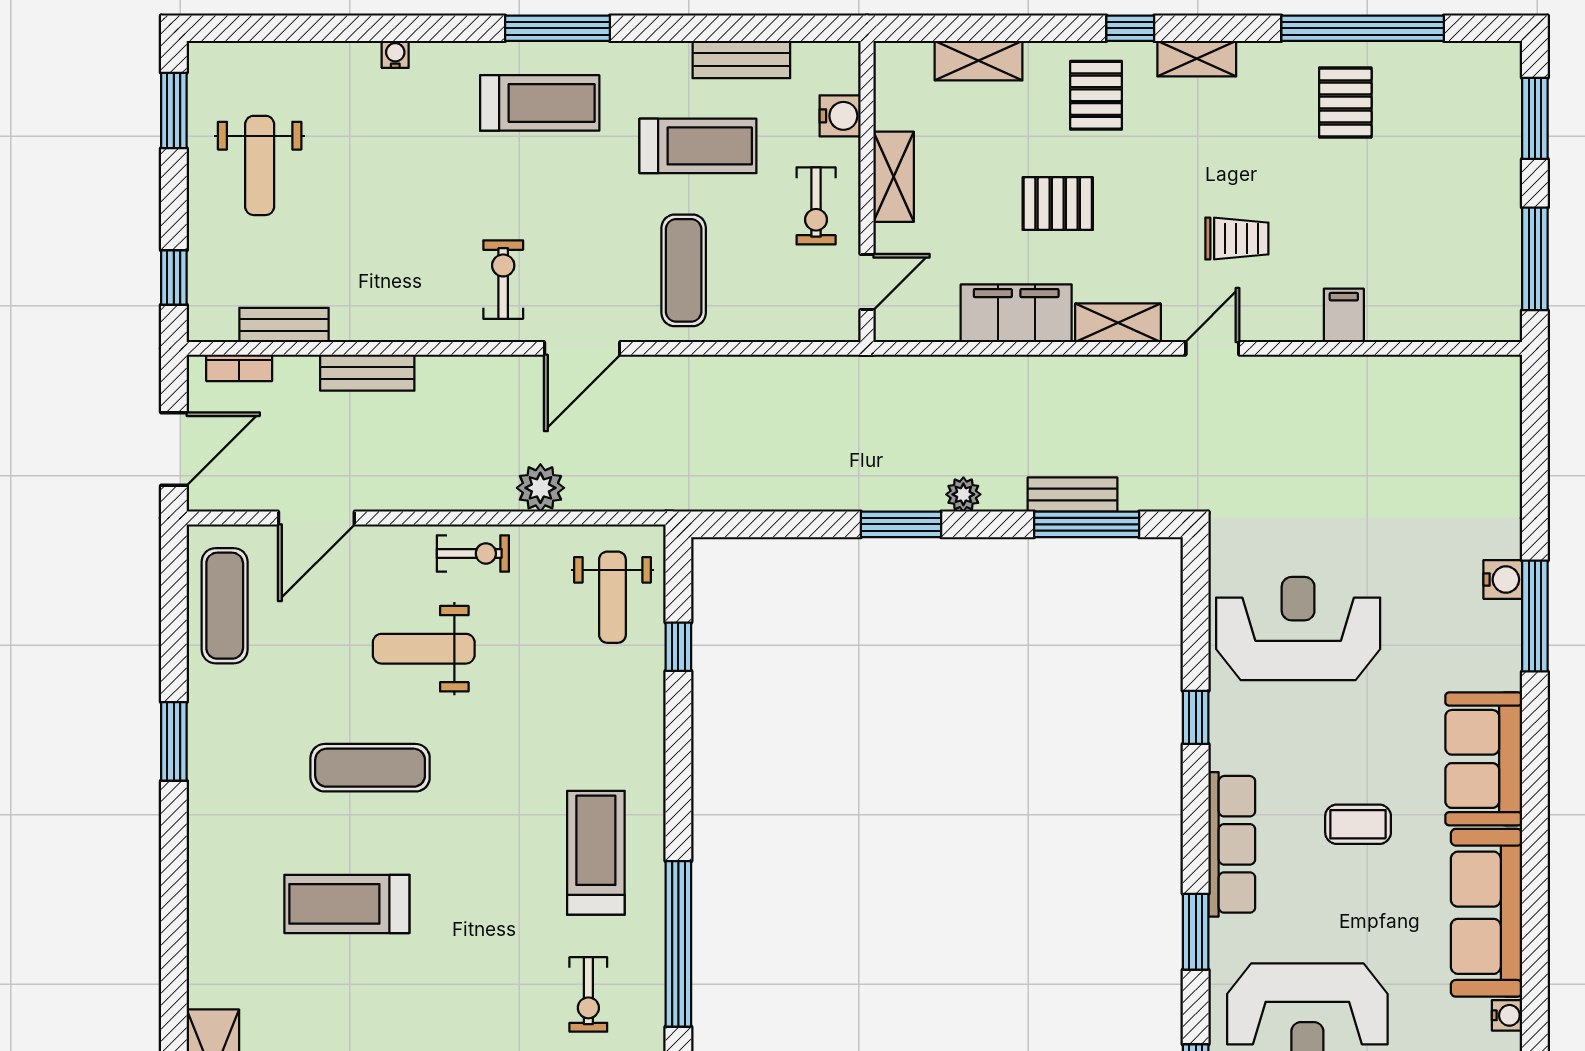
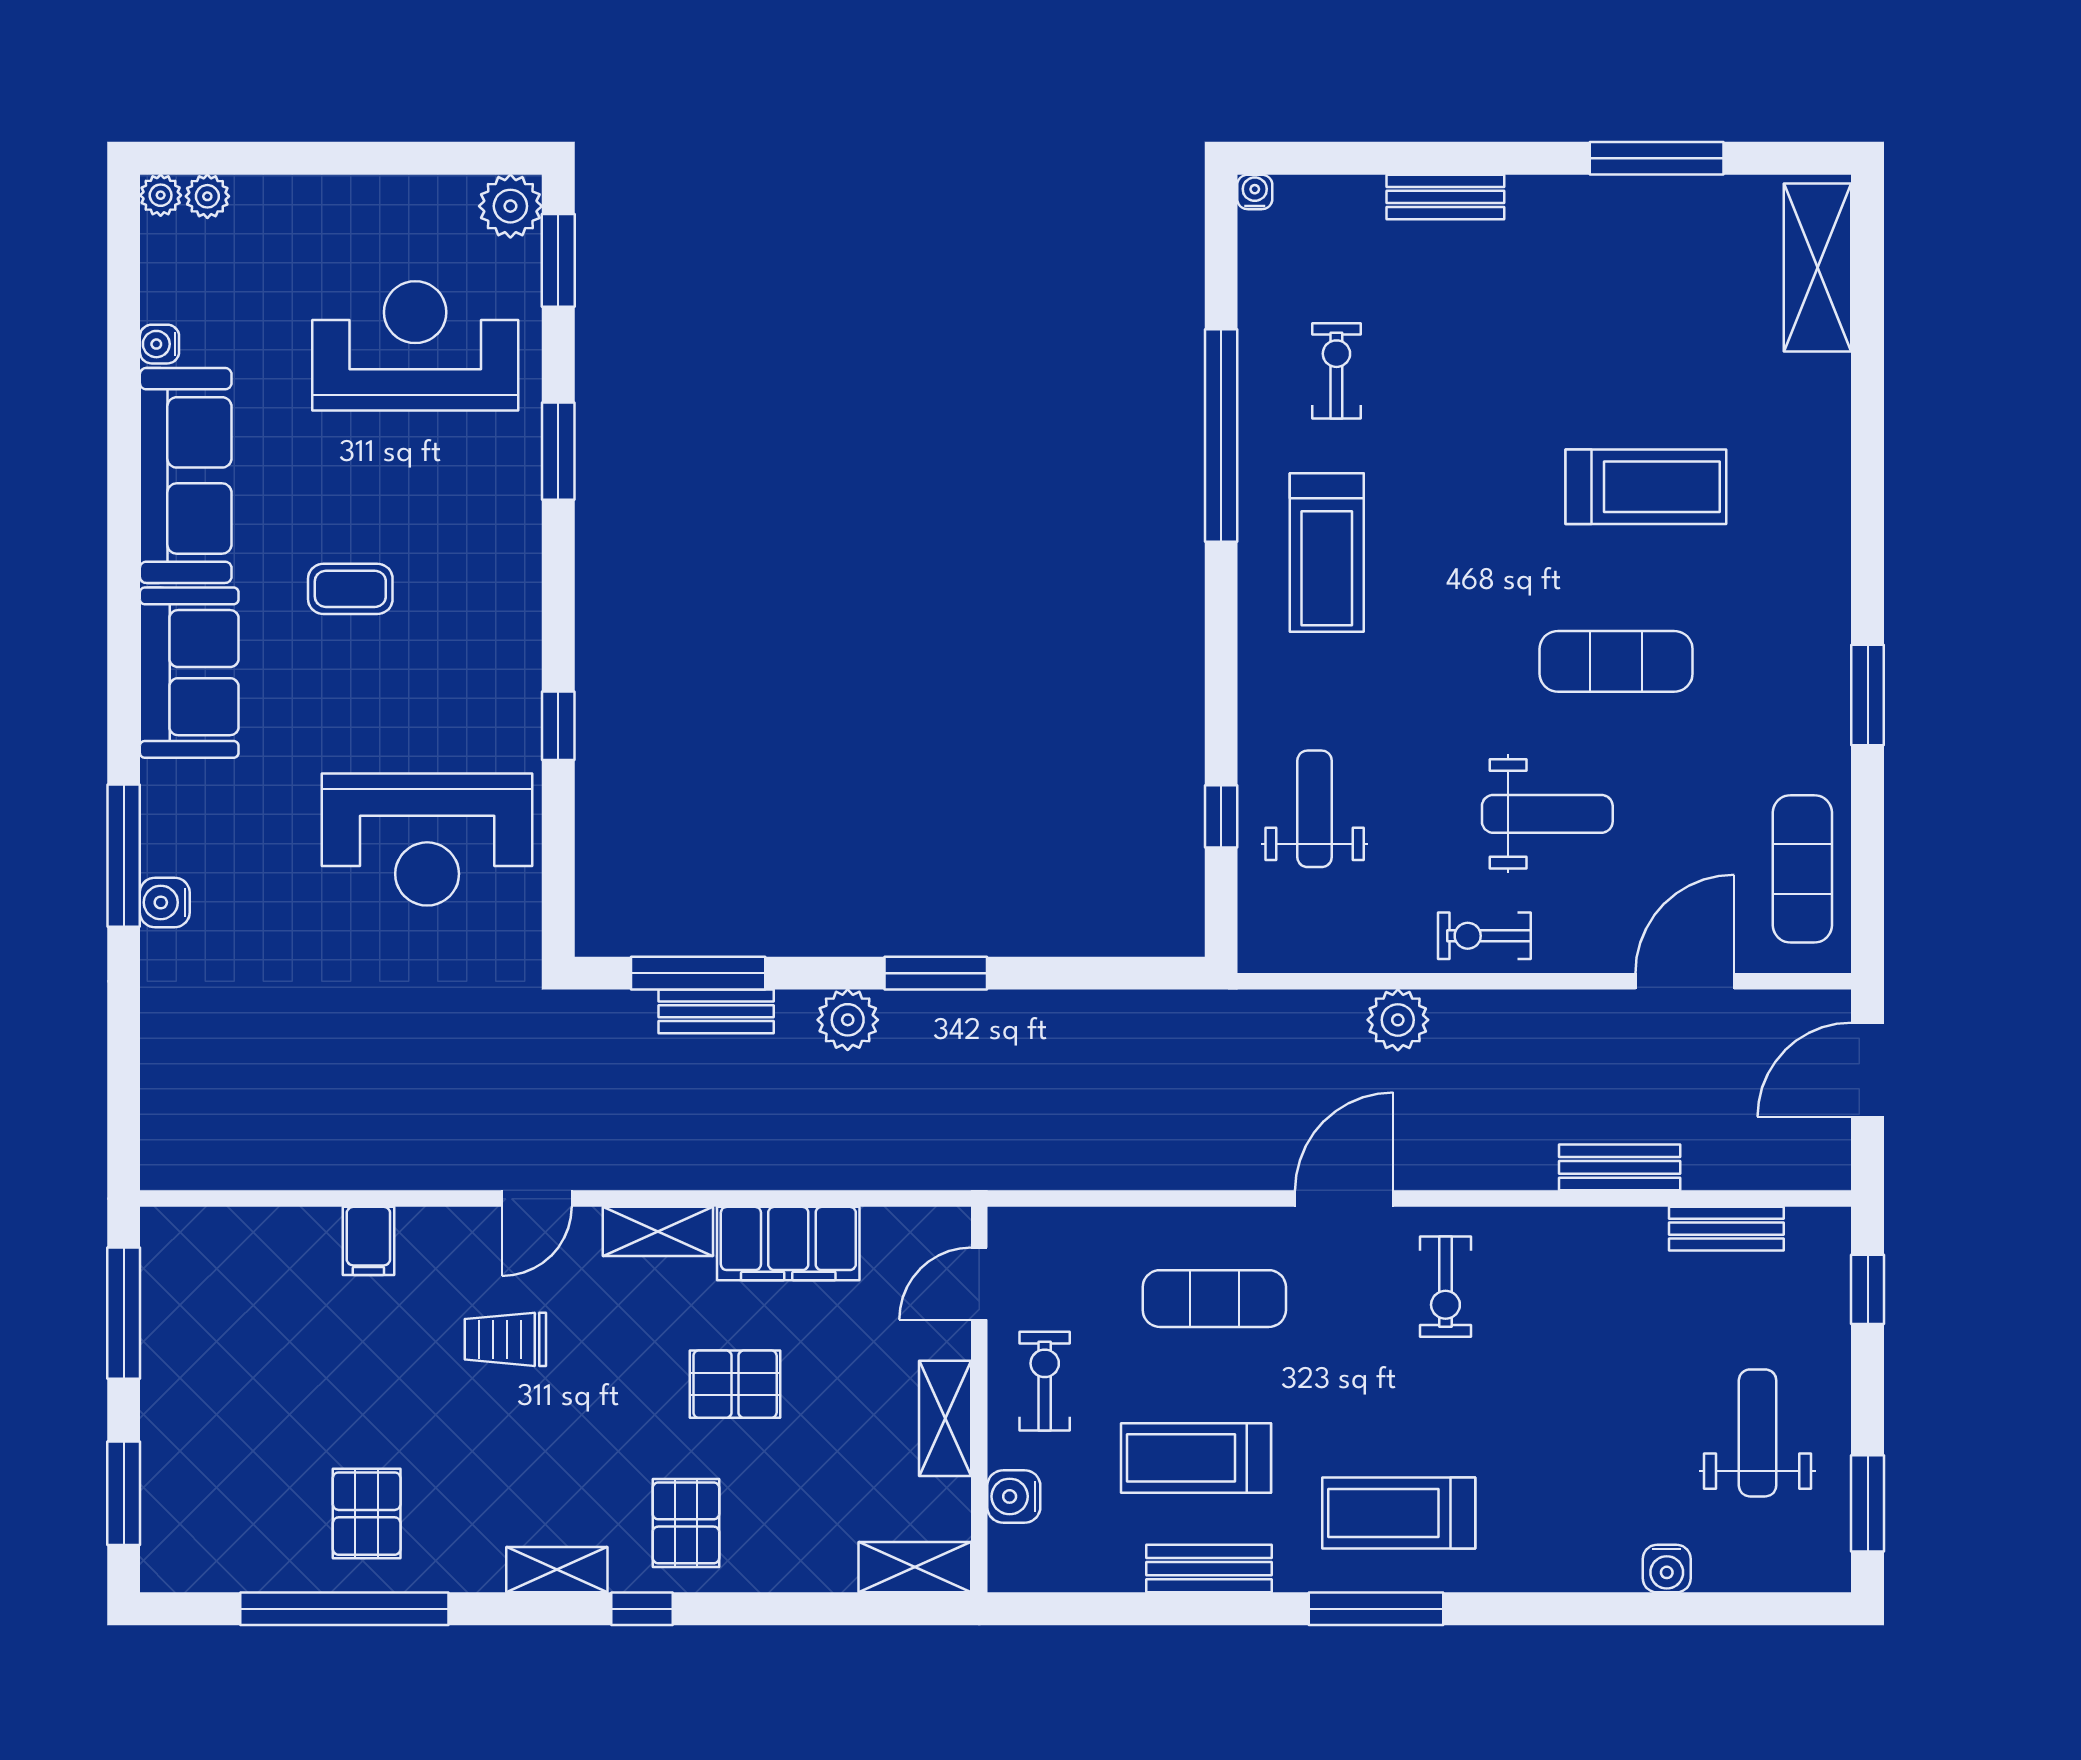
water cooler: (395, 54) -> (1667, 1569), moved, width x1.38, depth x1.38
bench: (741, 60) -> (1209, 1569), moved
shelving: (979, 61) -> (915, 1567), moved
exercise mat: (684, 270) -> (1214, 1299), turned 90
bookcase: (239, 368) -> (1784, 1174), removed
plant: (963, 494) -> (848, 1020), width x1.38, depth x1.38
weight bench: (612, 597) -> (1315, 809), moved
row of seats: (1232, 844) -> (512, 563), removed

